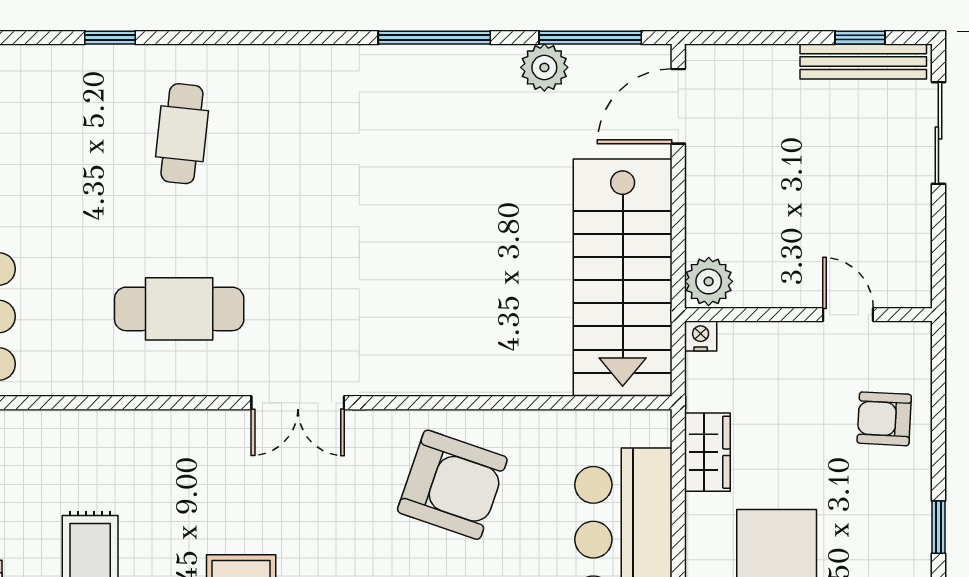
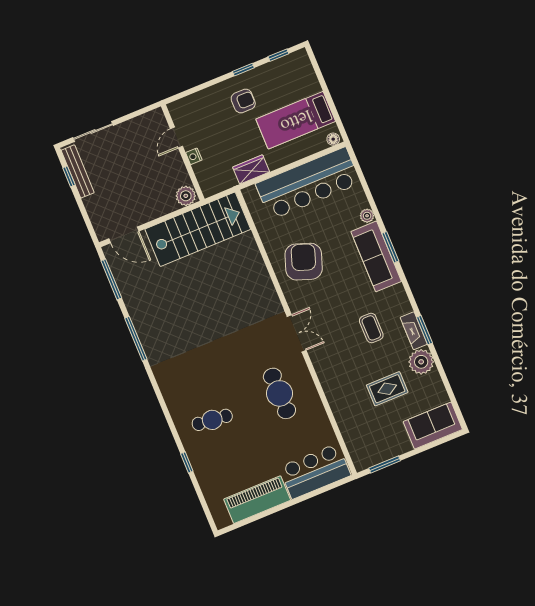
plant: (544, 67) -> (130, 292), removed
nightstand: (701, 336) -> (194, 156), moved
armchair: (884, 419) -> (243, 101), moved, turned -93

